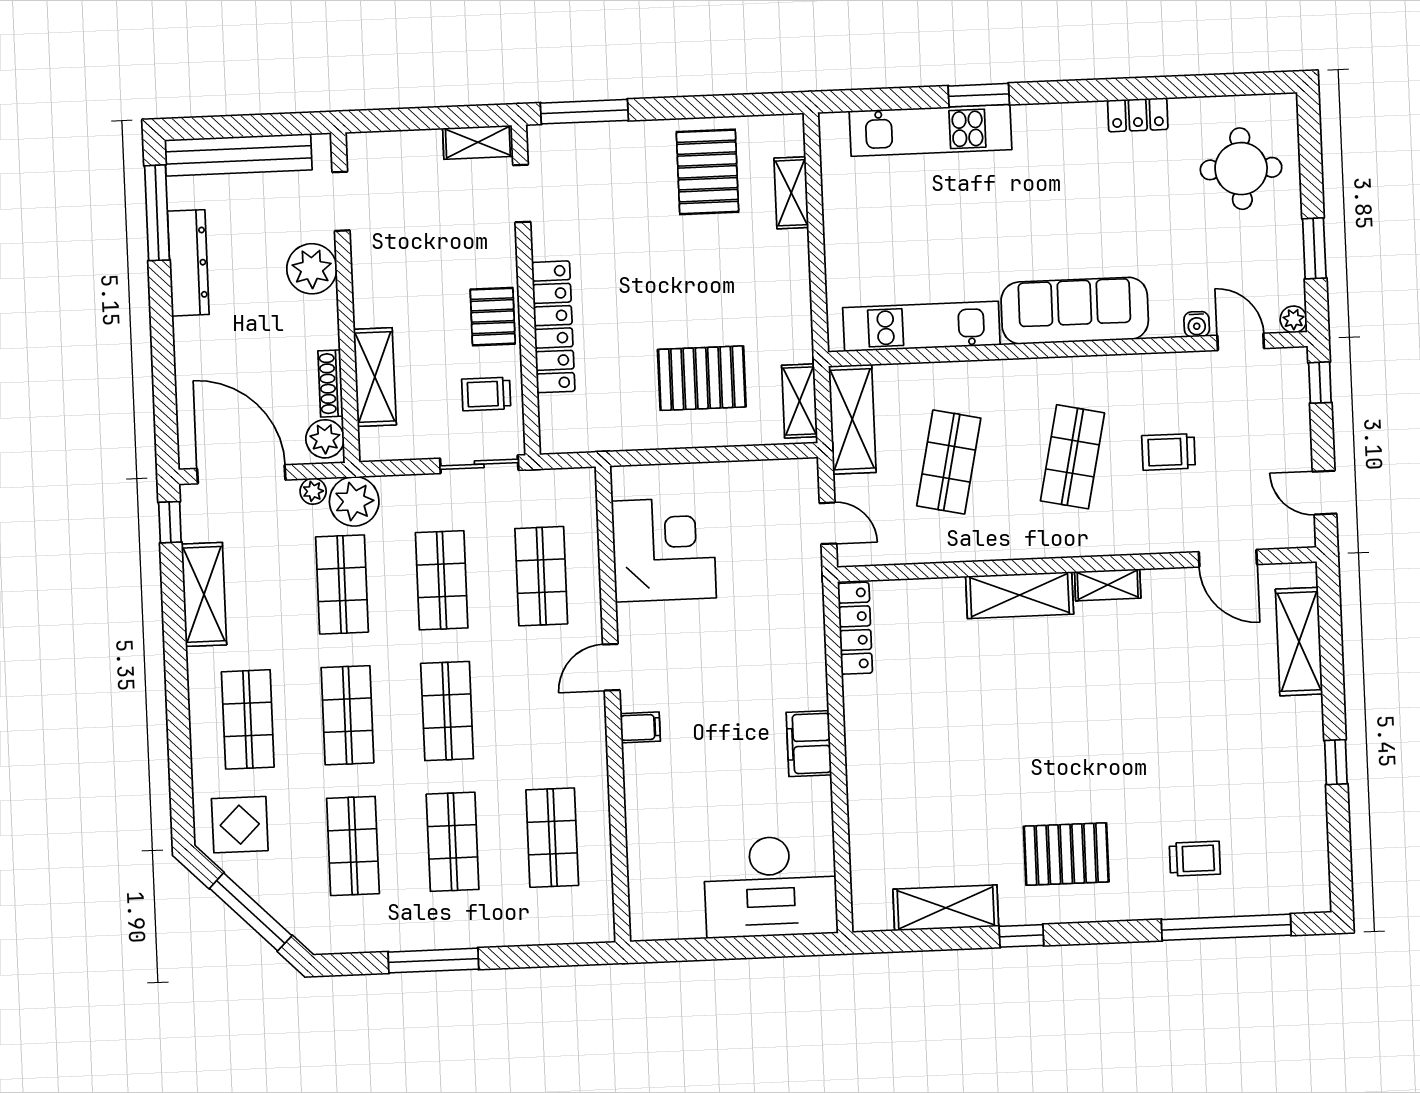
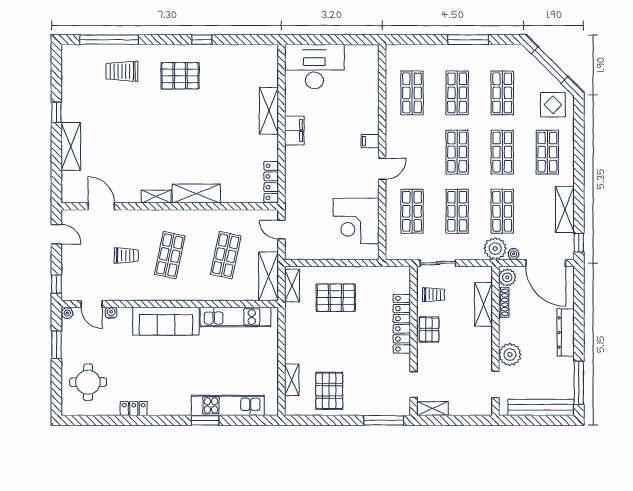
dresser: (188, 263) -> (566, 332), moved
shelving: (1299, 642) -> (71, 146), moved
trolley: (1195, 859) -> (122, 71), width x1.36, depth x1.39
shelving: (946, 908) -> (269, 111), moved, turned 90

